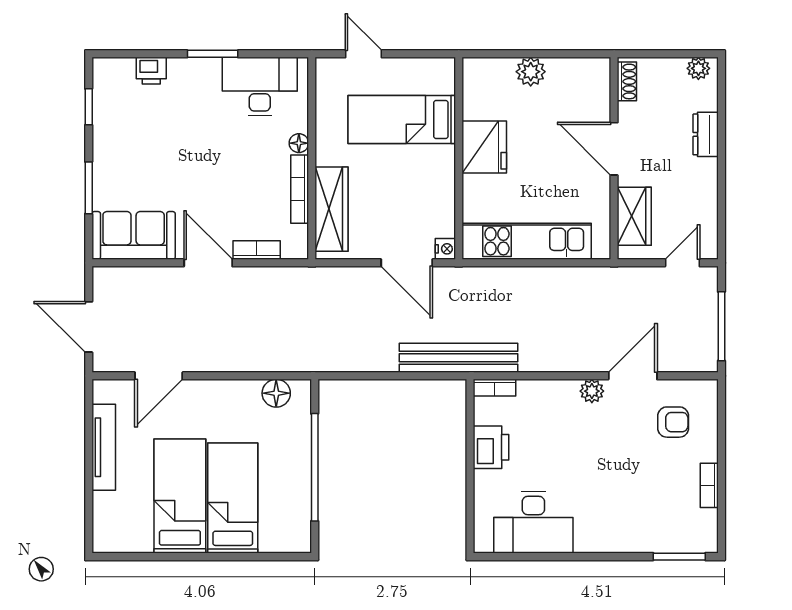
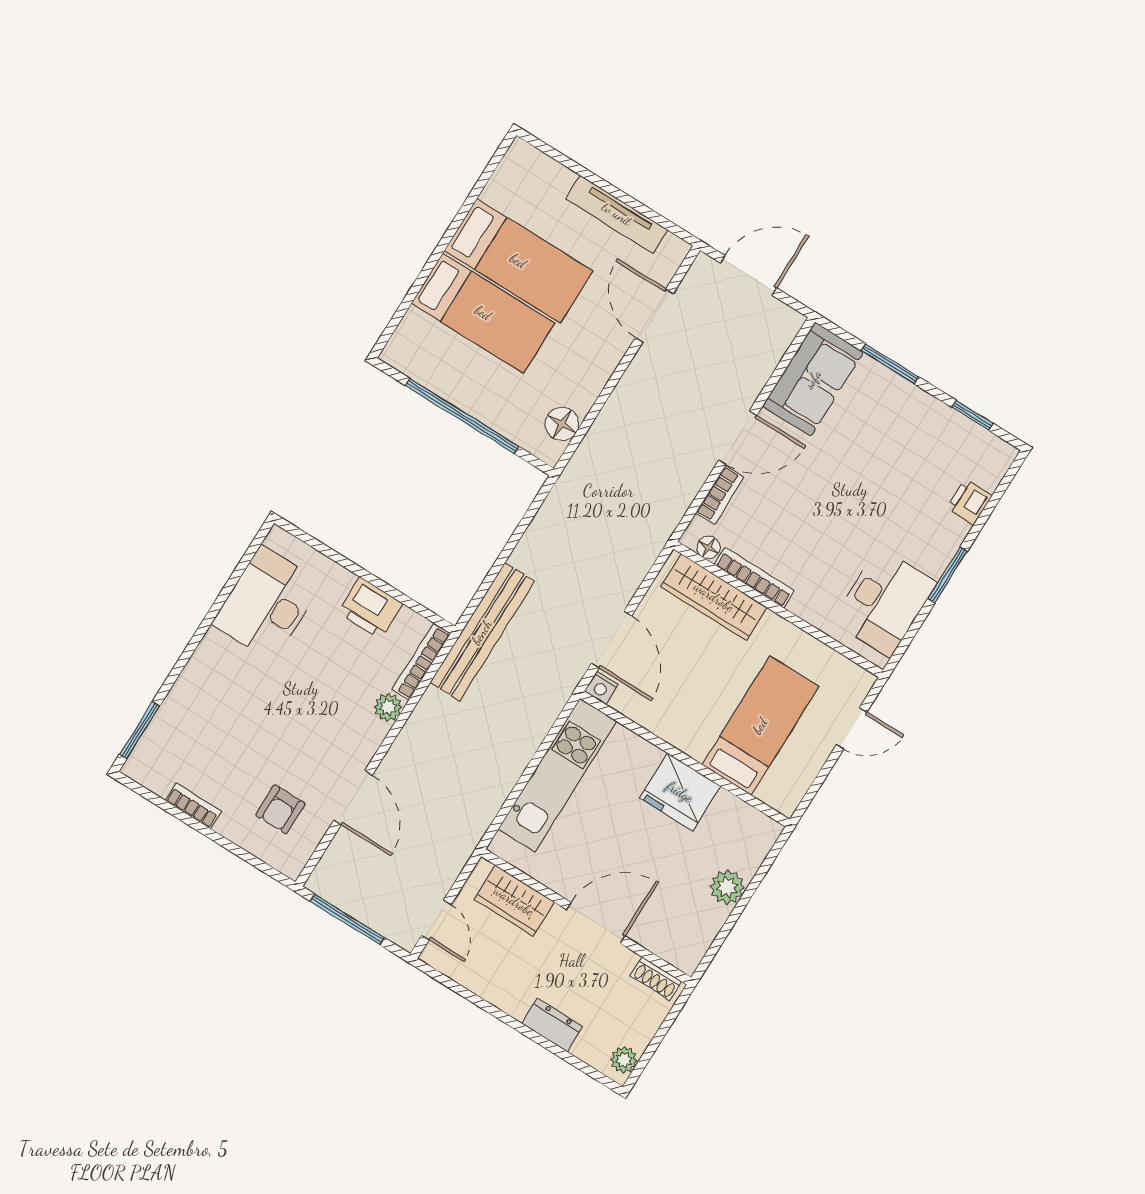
floor lamp: (299, 143) -> (708, 547), moved
door: (407, 263) -> (612, 640), swing flipped
bookcase: (494, 388) -> (421, 662), width x1.56
plant: (592, 391) -> (388, 707), moved

